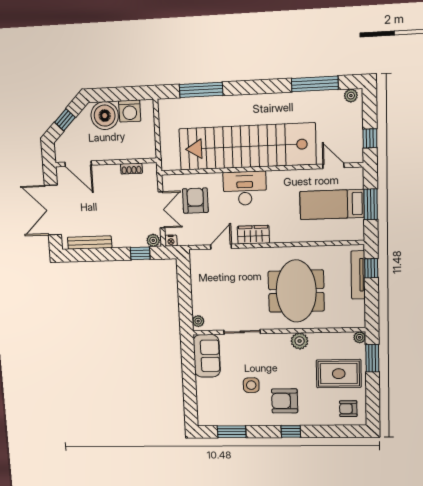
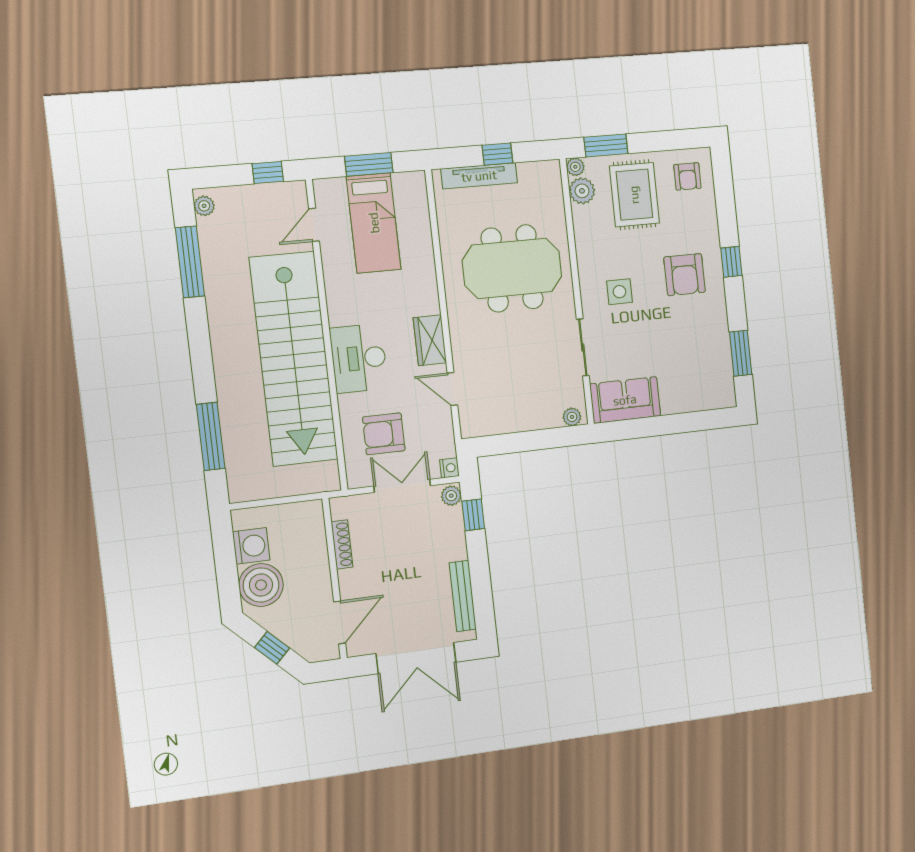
shoe rack: (131, 169) -> (342, 544), width x1.43
window: (371, 268) -> (497, 154), moved
plant: (300, 341) -> (582, 191), moved
side table: (251, 385) -> (619, 292), moved

